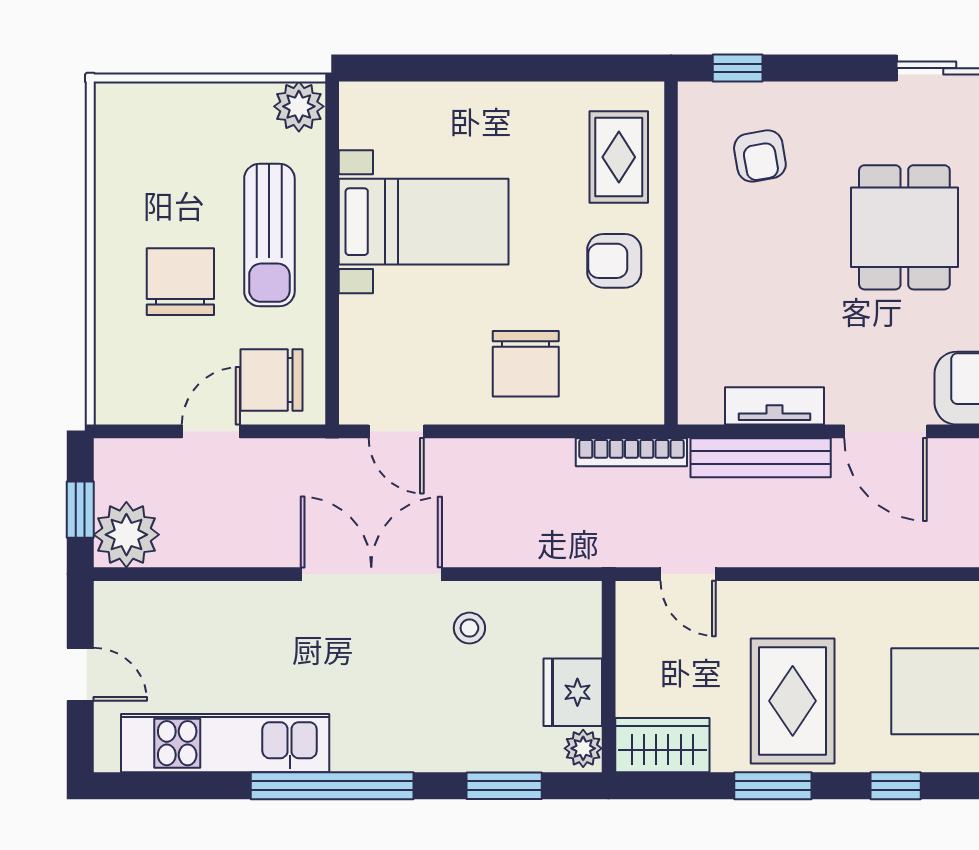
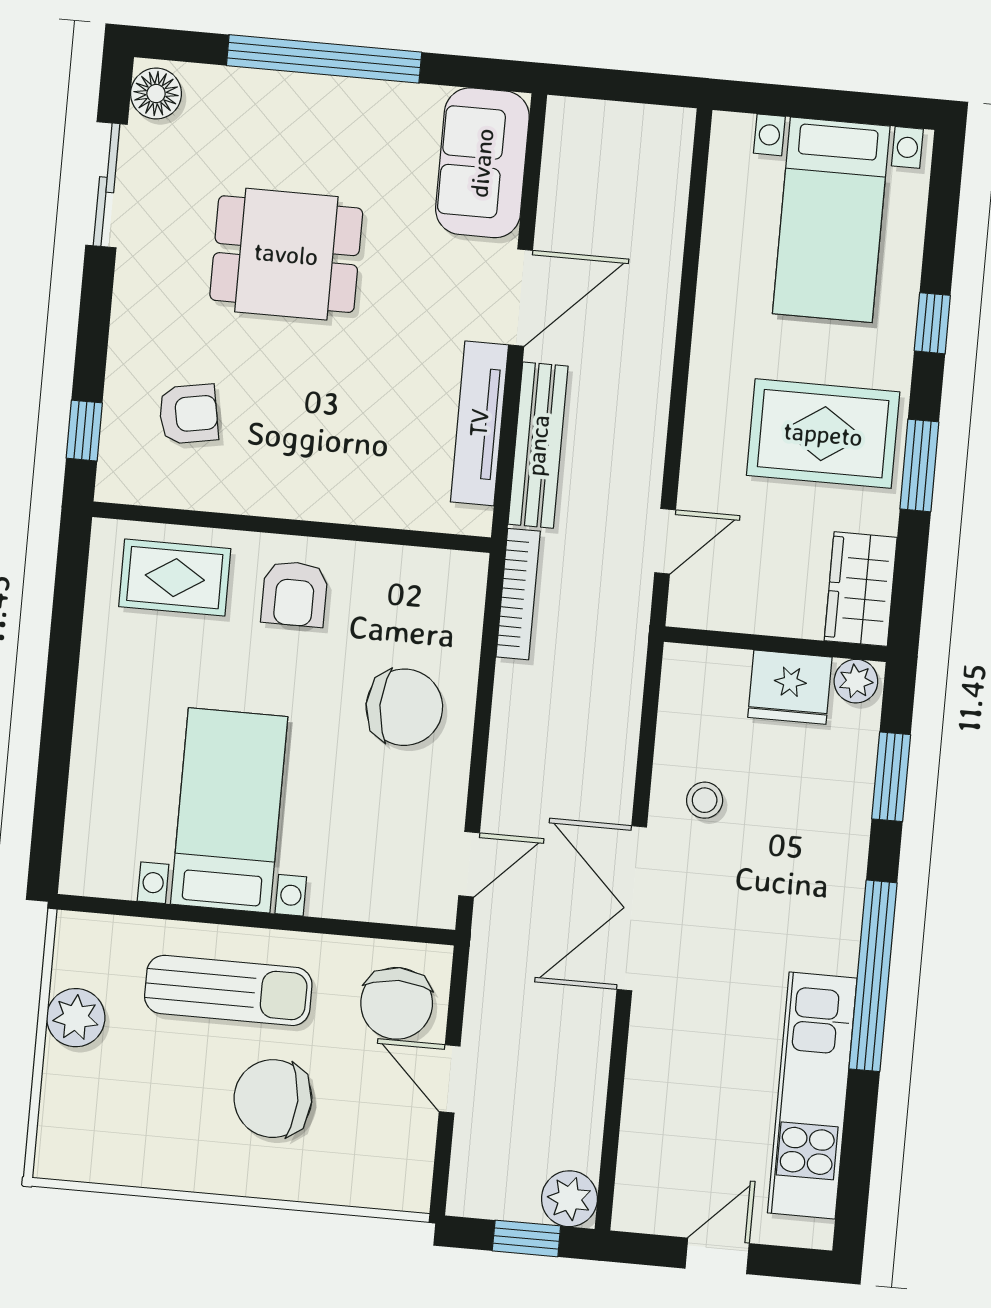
plant: (299, 106) -> (76, 1018), moved
tv unit: (775, 406) -> (479, 423), width x1.41
plant: (126, 535) -> (569, 1199), width x0.73, depth x0.73

